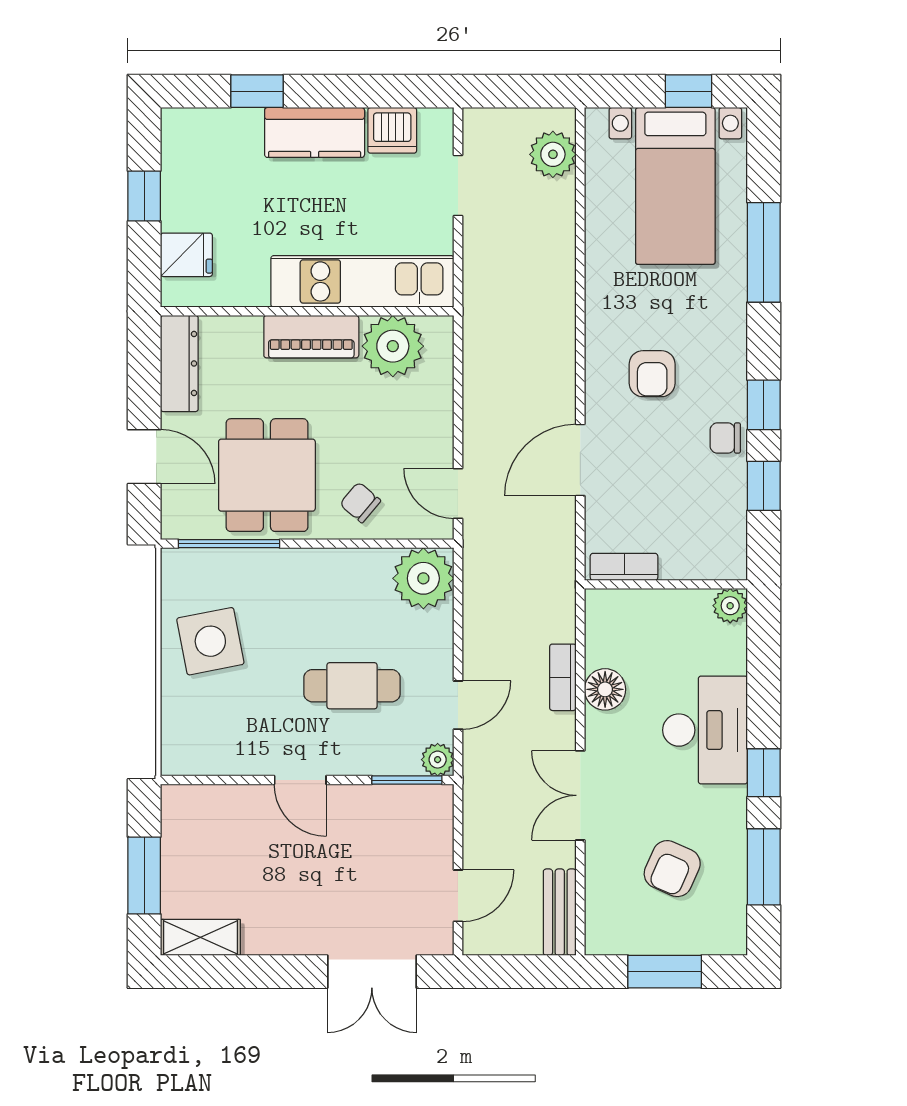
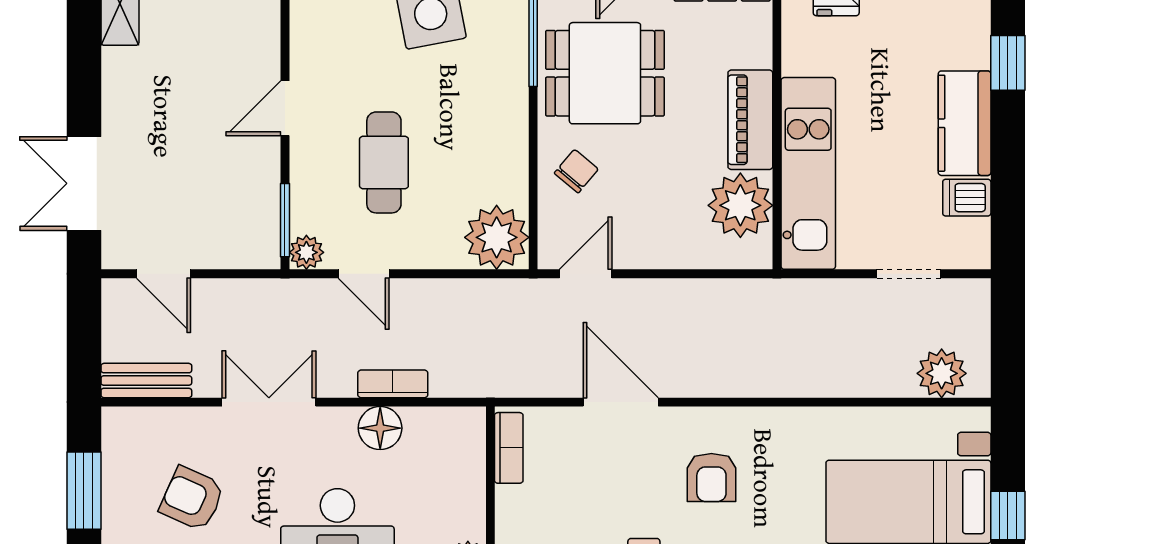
dishwasher: (392, 130) -> (967, 198), width x0.73
armchair: (652, 374) -> (711, 477), turned -90

